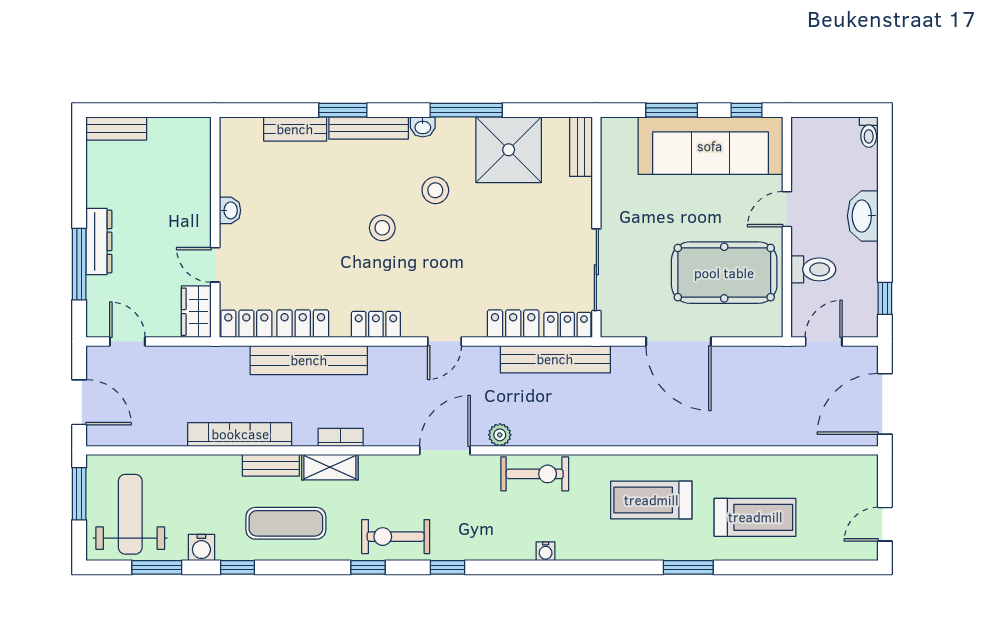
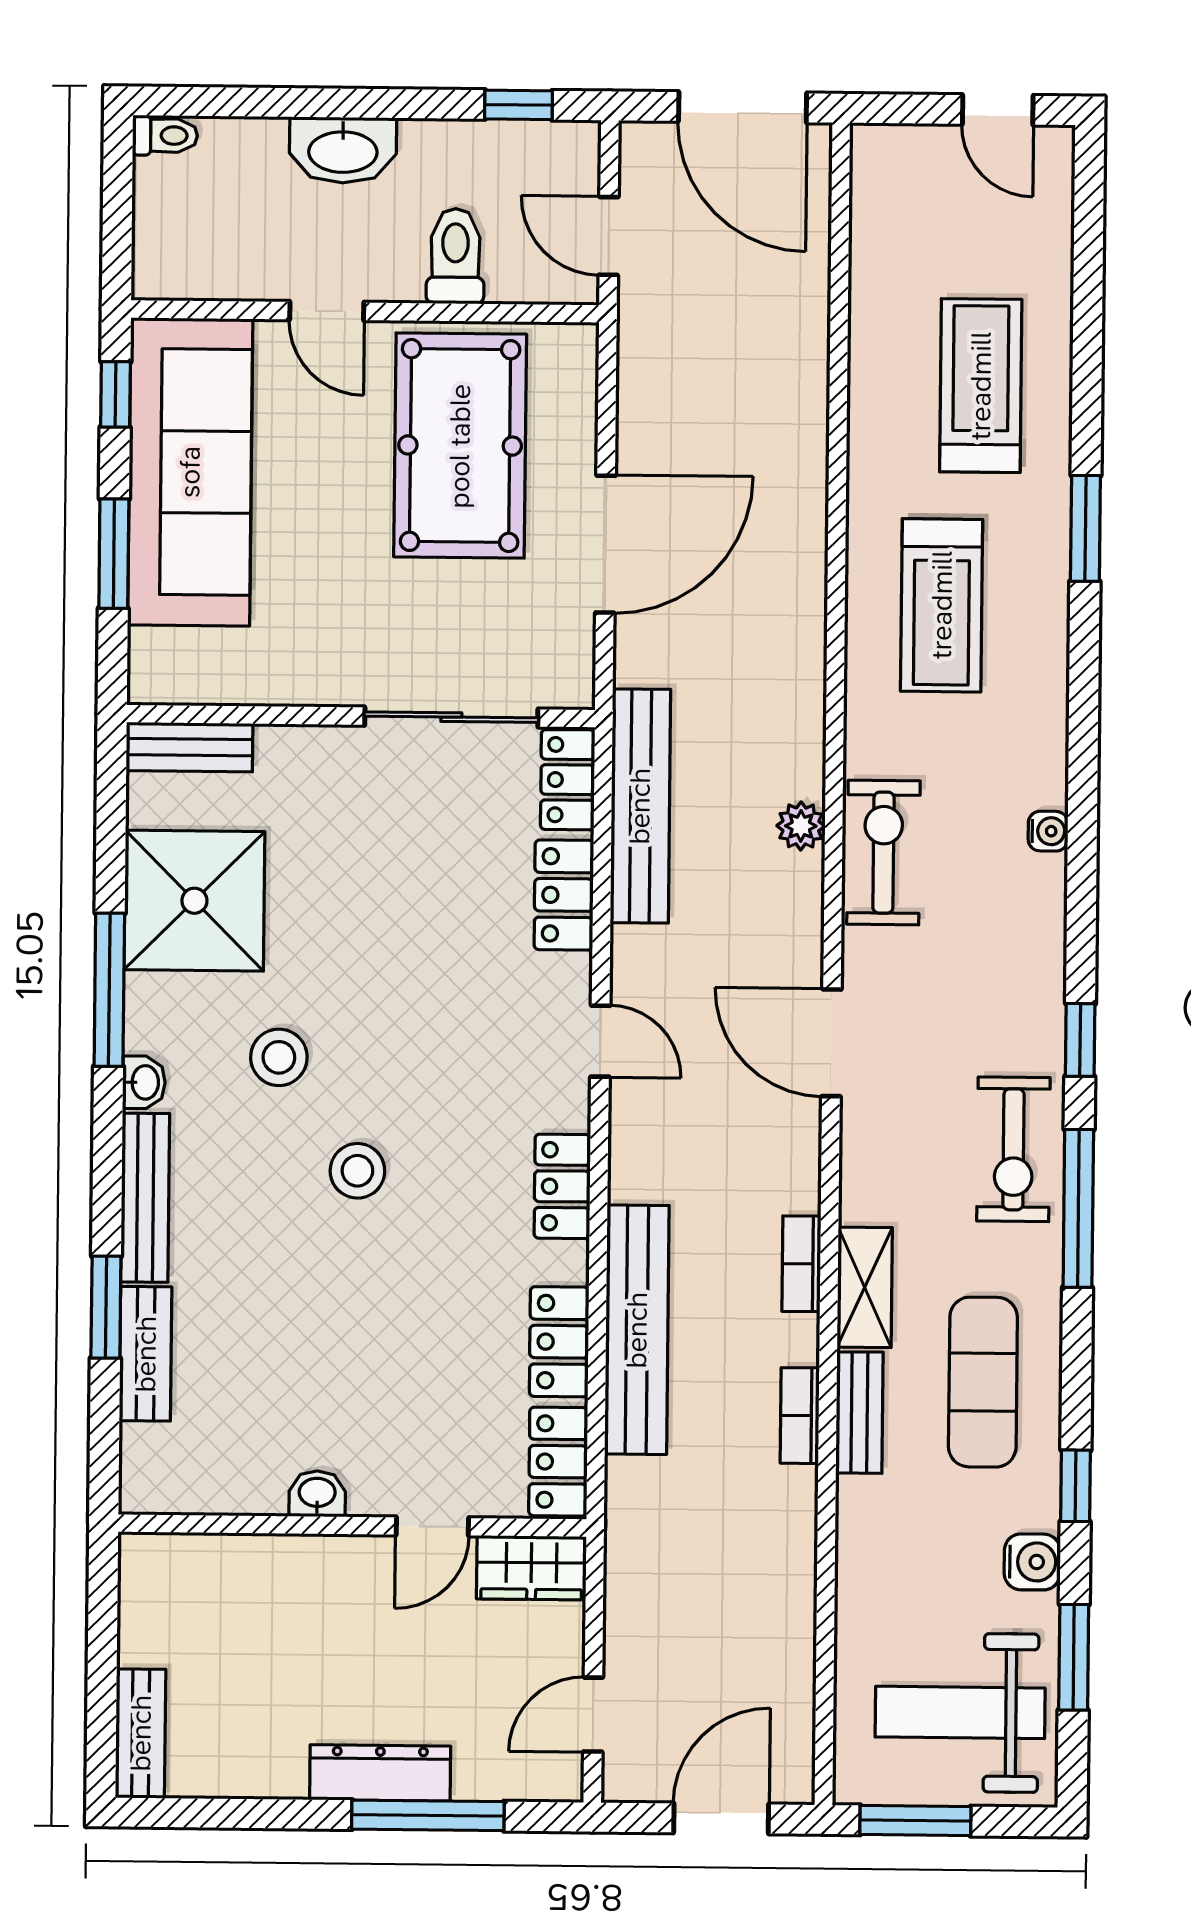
window: (343, 110) -> (106, 1307), moved
bookcase: (240, 434) -> (800, 1416), width x0.43, depth x0.76
plant: (500, 435) -> (801, 826), moved
window: (368, 567) -> (1078, 1208), width x2.17

